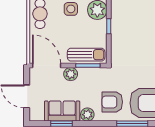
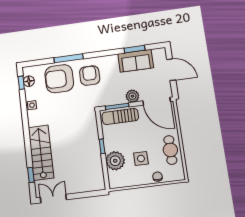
armchair: (112, 102) -> (90, 76), turned -90
plant: (87, 115) -> (111, 61), removed

